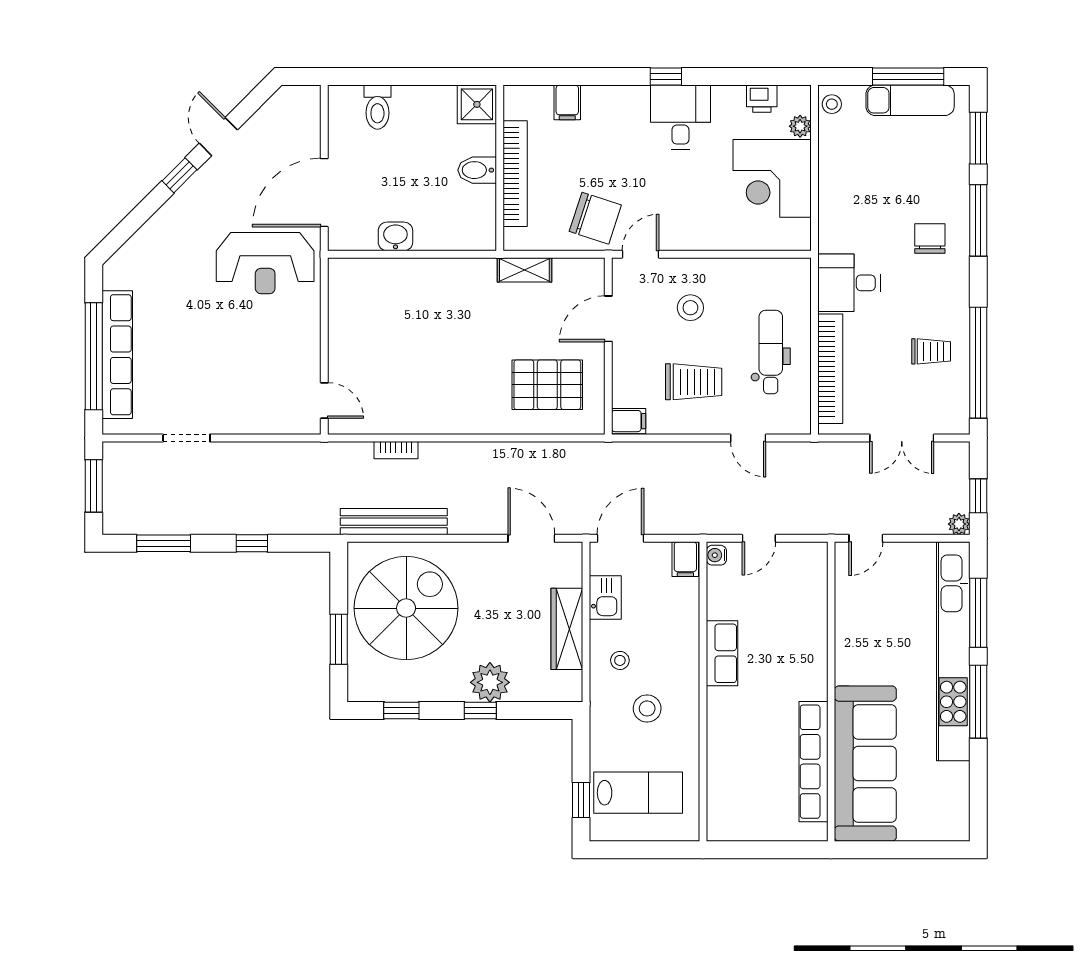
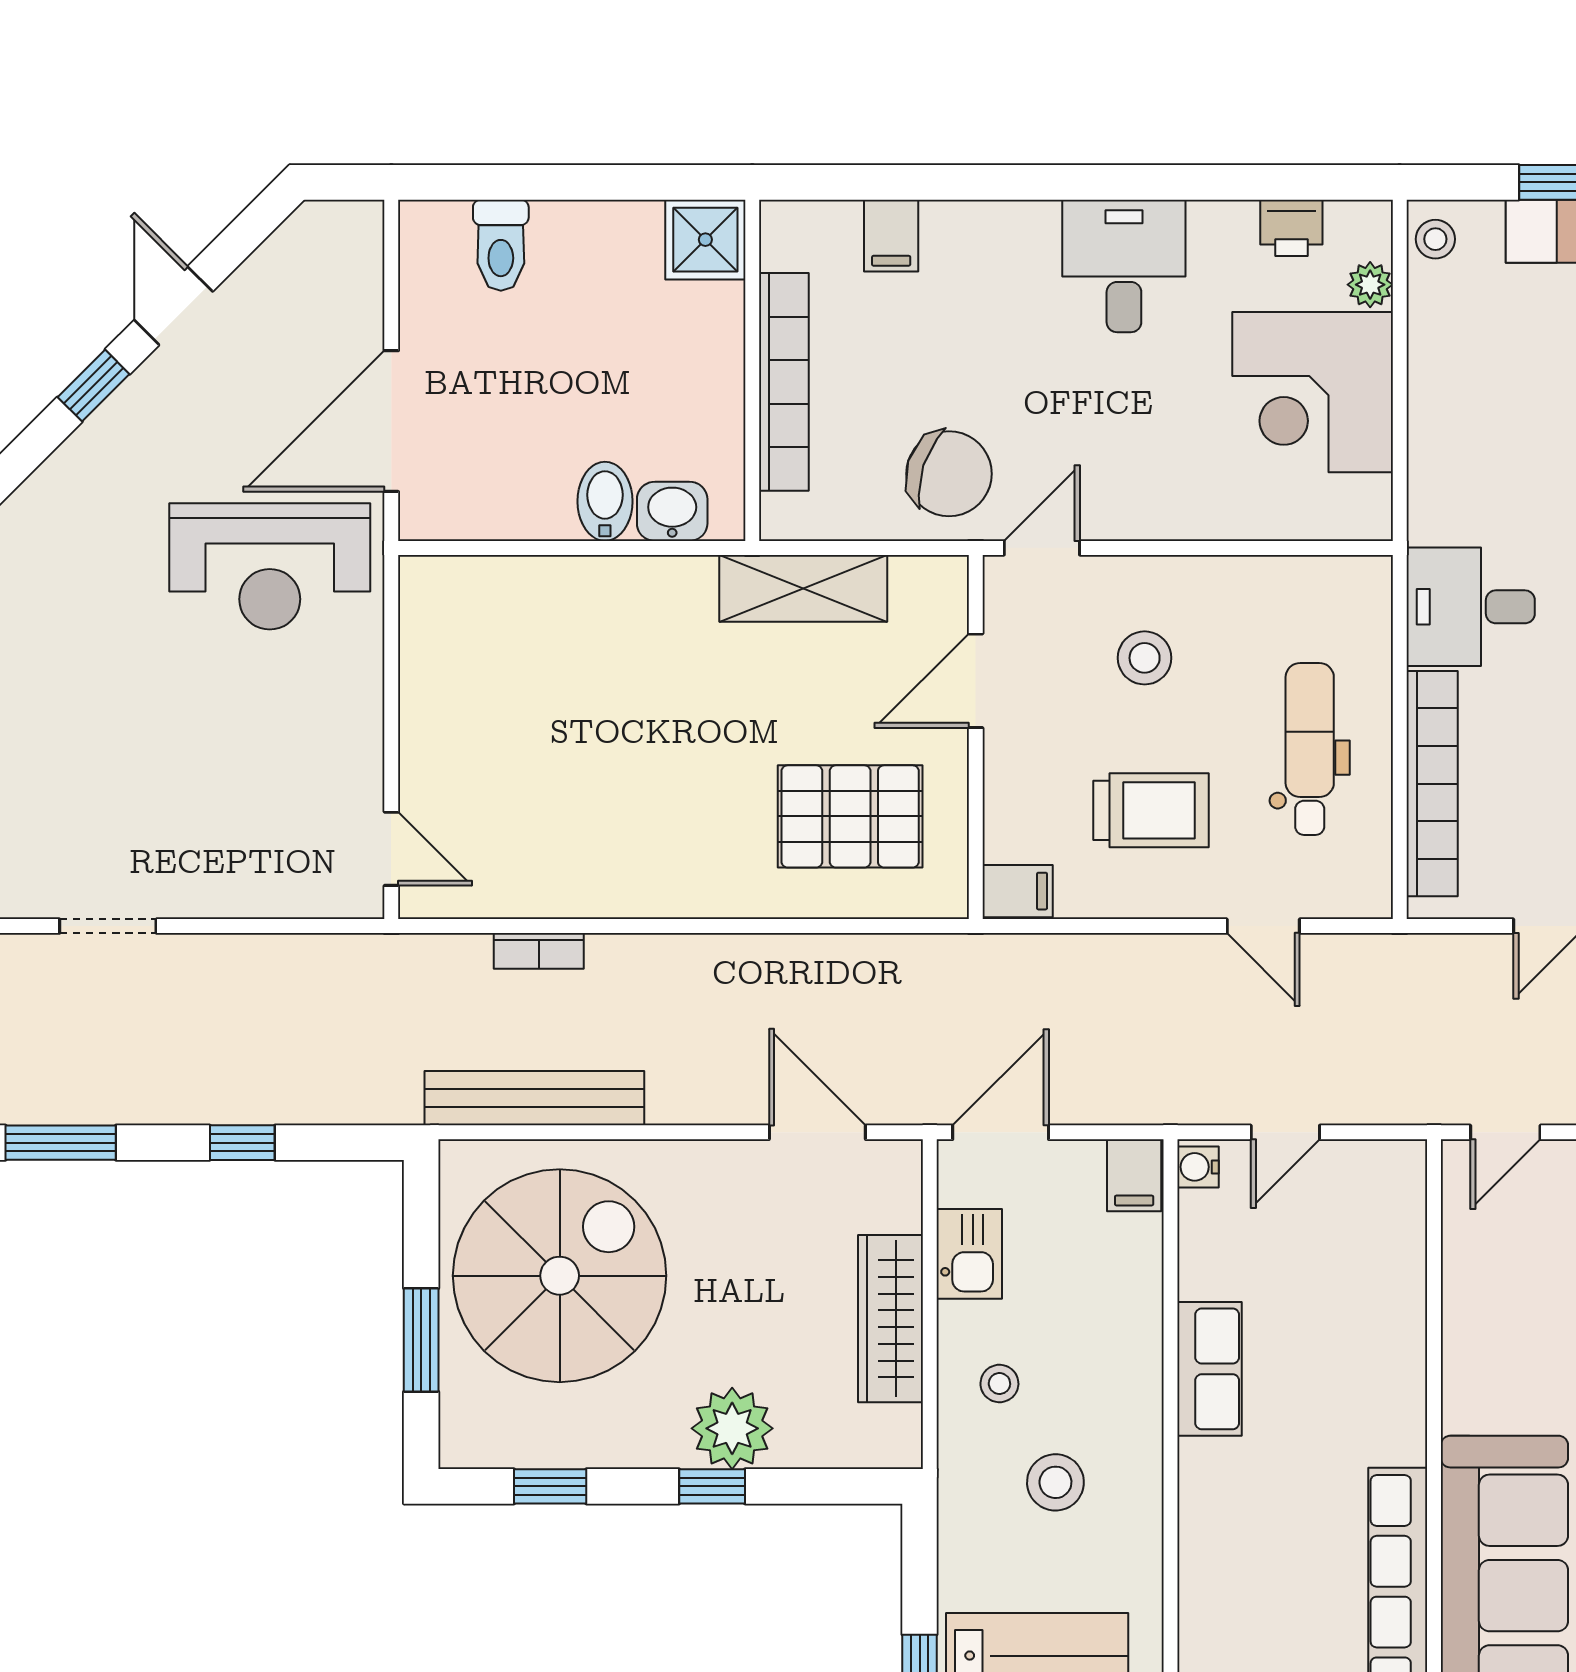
window: (666, 77) -> (1094, 182), removed
bidet: (477, 170) -> (605, 501), moved, turned 90
washbasin: (395, 236) -> (672, 511), moved
shelving: (524, 270) -> (803, 588), width x1.50, depth x1.33

